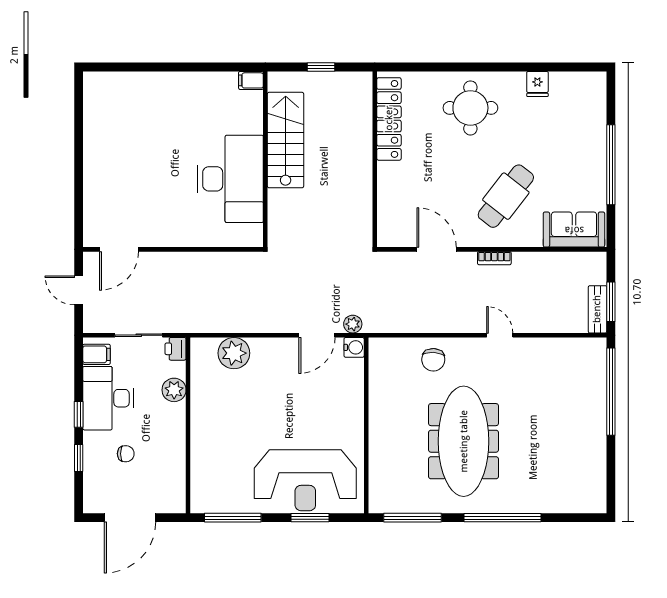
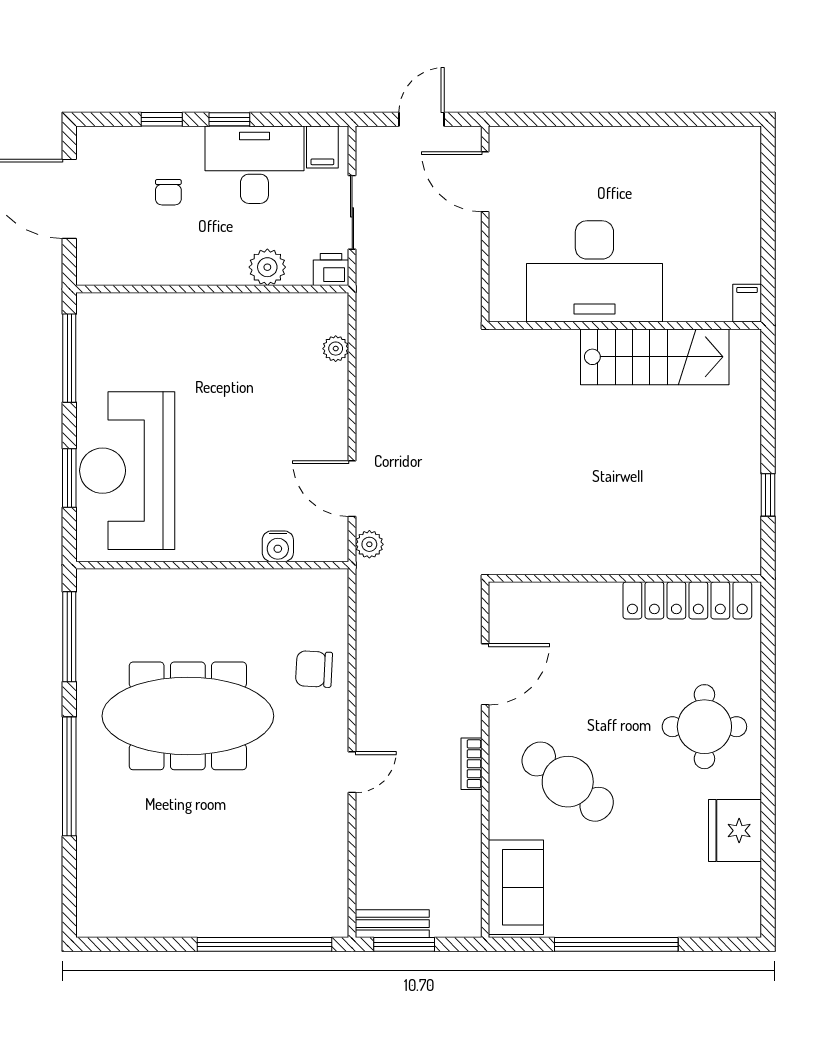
filing cabinet: (251, 80) -> (747, 303), moved
fridge: (537, 84) -> (735, 831), width x1.88, depth x1.34
stairs: (286, 140) -> (655, 357), moved
wall: (265, 159) -> (625, 326), moved
desk: (230, 179) -> (594, 271), moved
water cooler: (354, 347) -> (278, 546), moved
plant: (234, 353) -> (336, 349), width x0.53, depth x0.53

